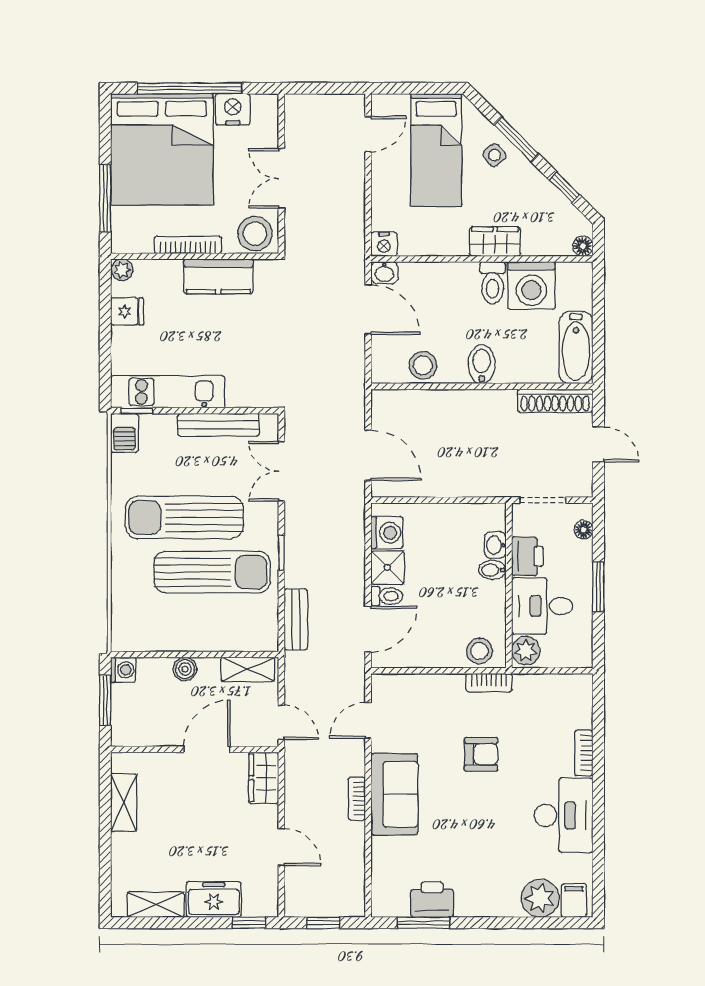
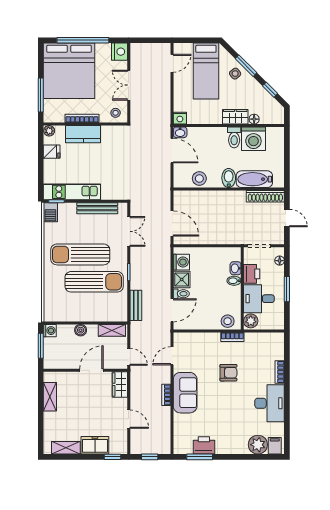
nightstand: (233, 109) -> (120, 52), moved, turned 90
stool: (255, 234) -> (116, 113), width x0.53, depth x0.53
floor lamp: (583, 246) -> (254, 119), moved
kitchen counter: (218, 276) -> (83, 134), moved
bathtub: (576, 348) -> (254, 179), moved, turned 90
double door: (281, 471) -> (129, 231), swing flipped

